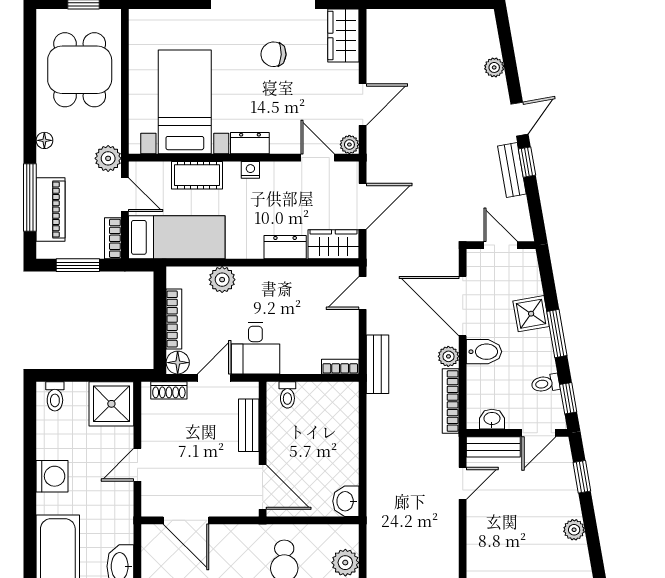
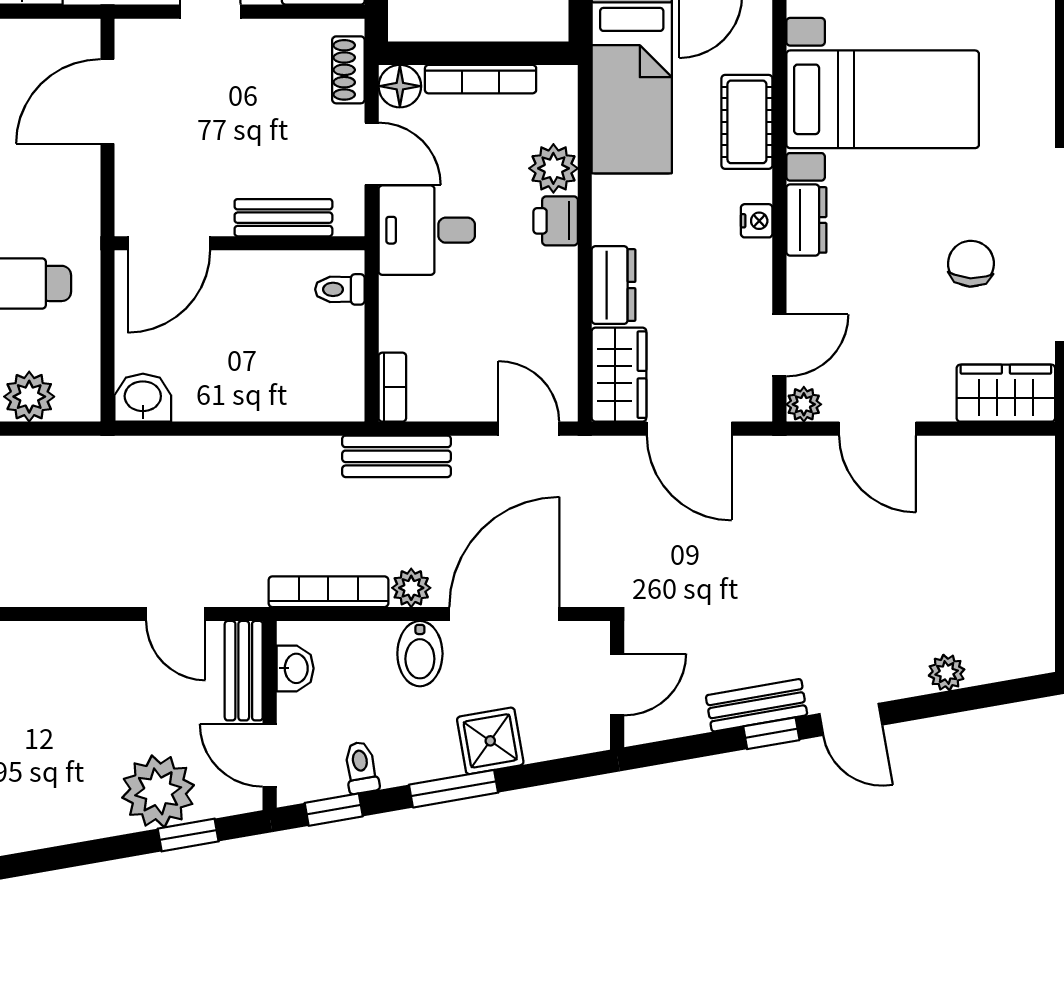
printer: (250, 278) -> (556, 221), added
plant: (574, 530) -> (158, 791), moved, width x1.87, depth x1.87

